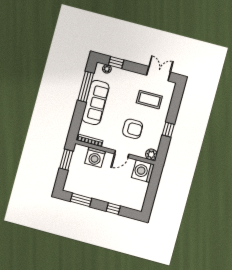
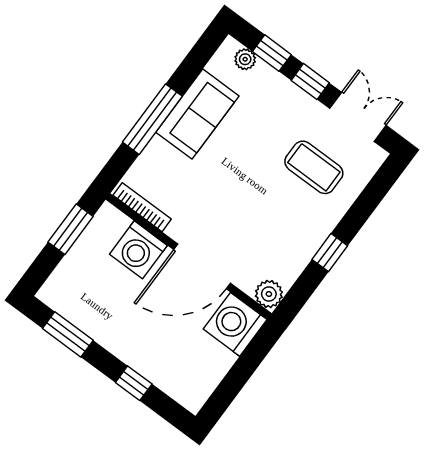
window: (135, 67) -> (310, 82), added
window: (86, 87) -> (152, 119), moved
sofa: (96, 102) -> (197, 114), width x0.73
armchair: (133, 129) -> (250, 219), removed
door: (122, 154) -> (202, 266), width x1.87

